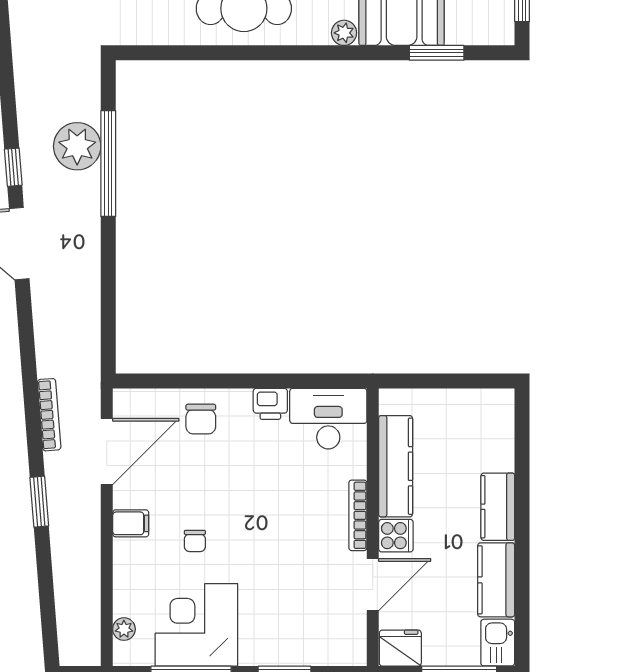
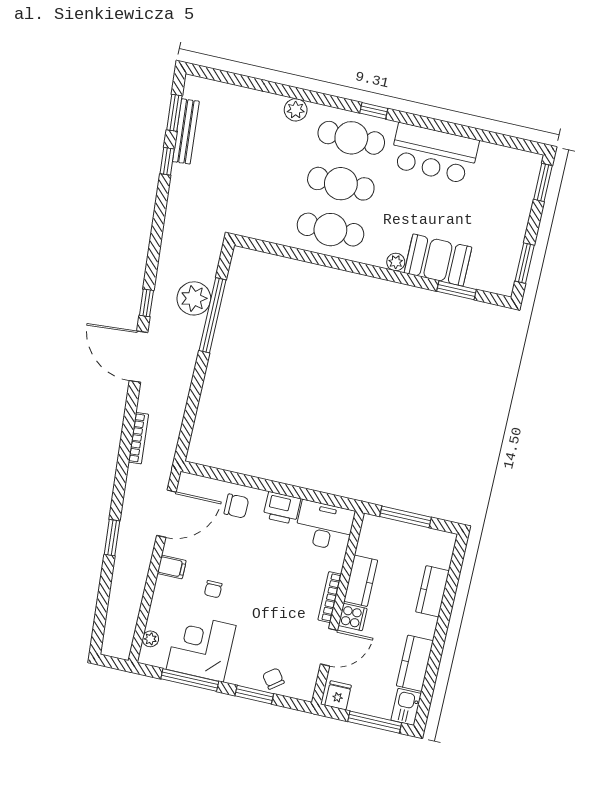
window: (437, 381) -> (405, 517), added
printer: (270, 404) -> (282, 508), width x1.36, depth x1.24
bookcase: (49, 415) -> (138, 438), moved
chair: (201, 419) -> (236, 506), turned -90
kitchen counter: (396, 466) -> (361, 581), width x0.67
kitchen counter: (498, 507) -> (432, 591), moved
chair: (306, 645) -> (273, 679), added
fridge: (400, 648) -> (338, 695), width x0.72

